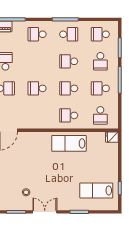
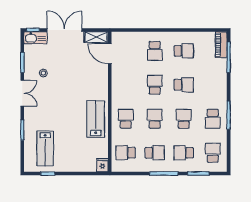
school desk: (37, 34) -> (184, 85), moved, turned 90
school desk: (100, 88) -> (155, 153), turned 90
lab bench: (96, 190) -> (45, 148), turned 180

